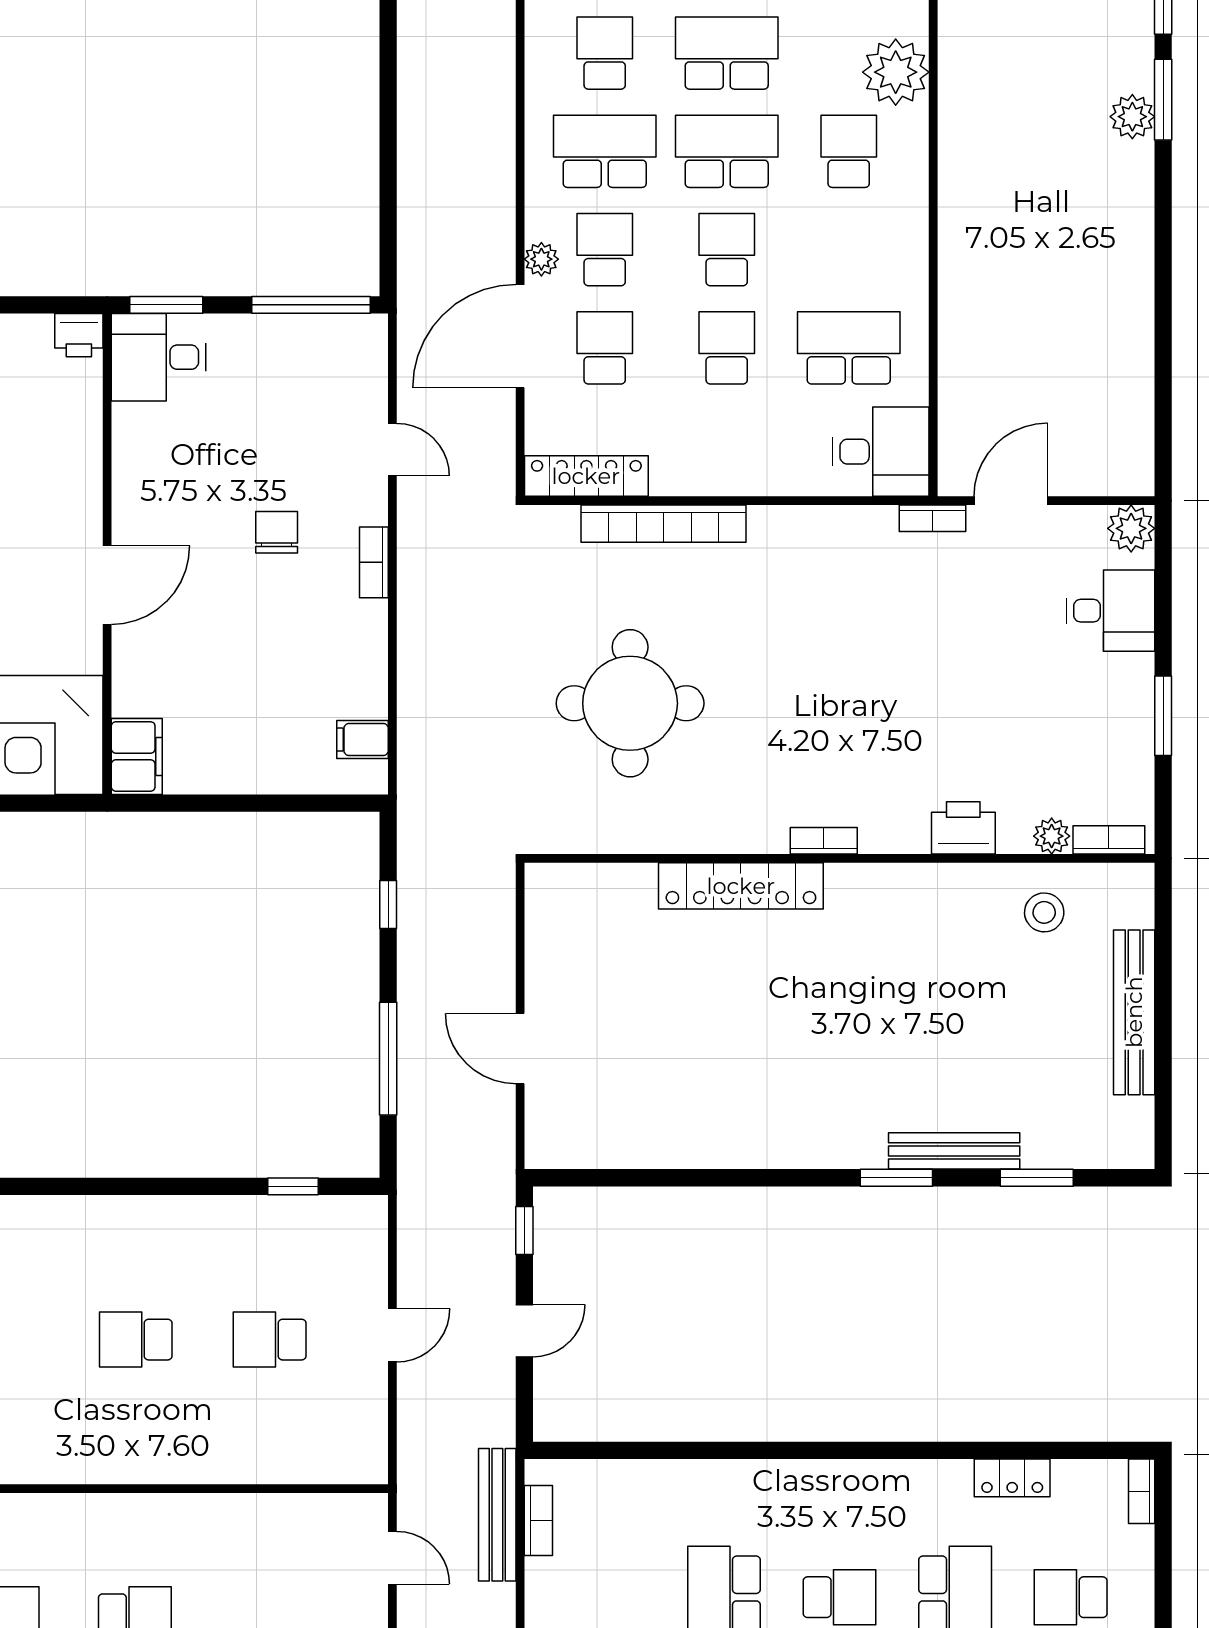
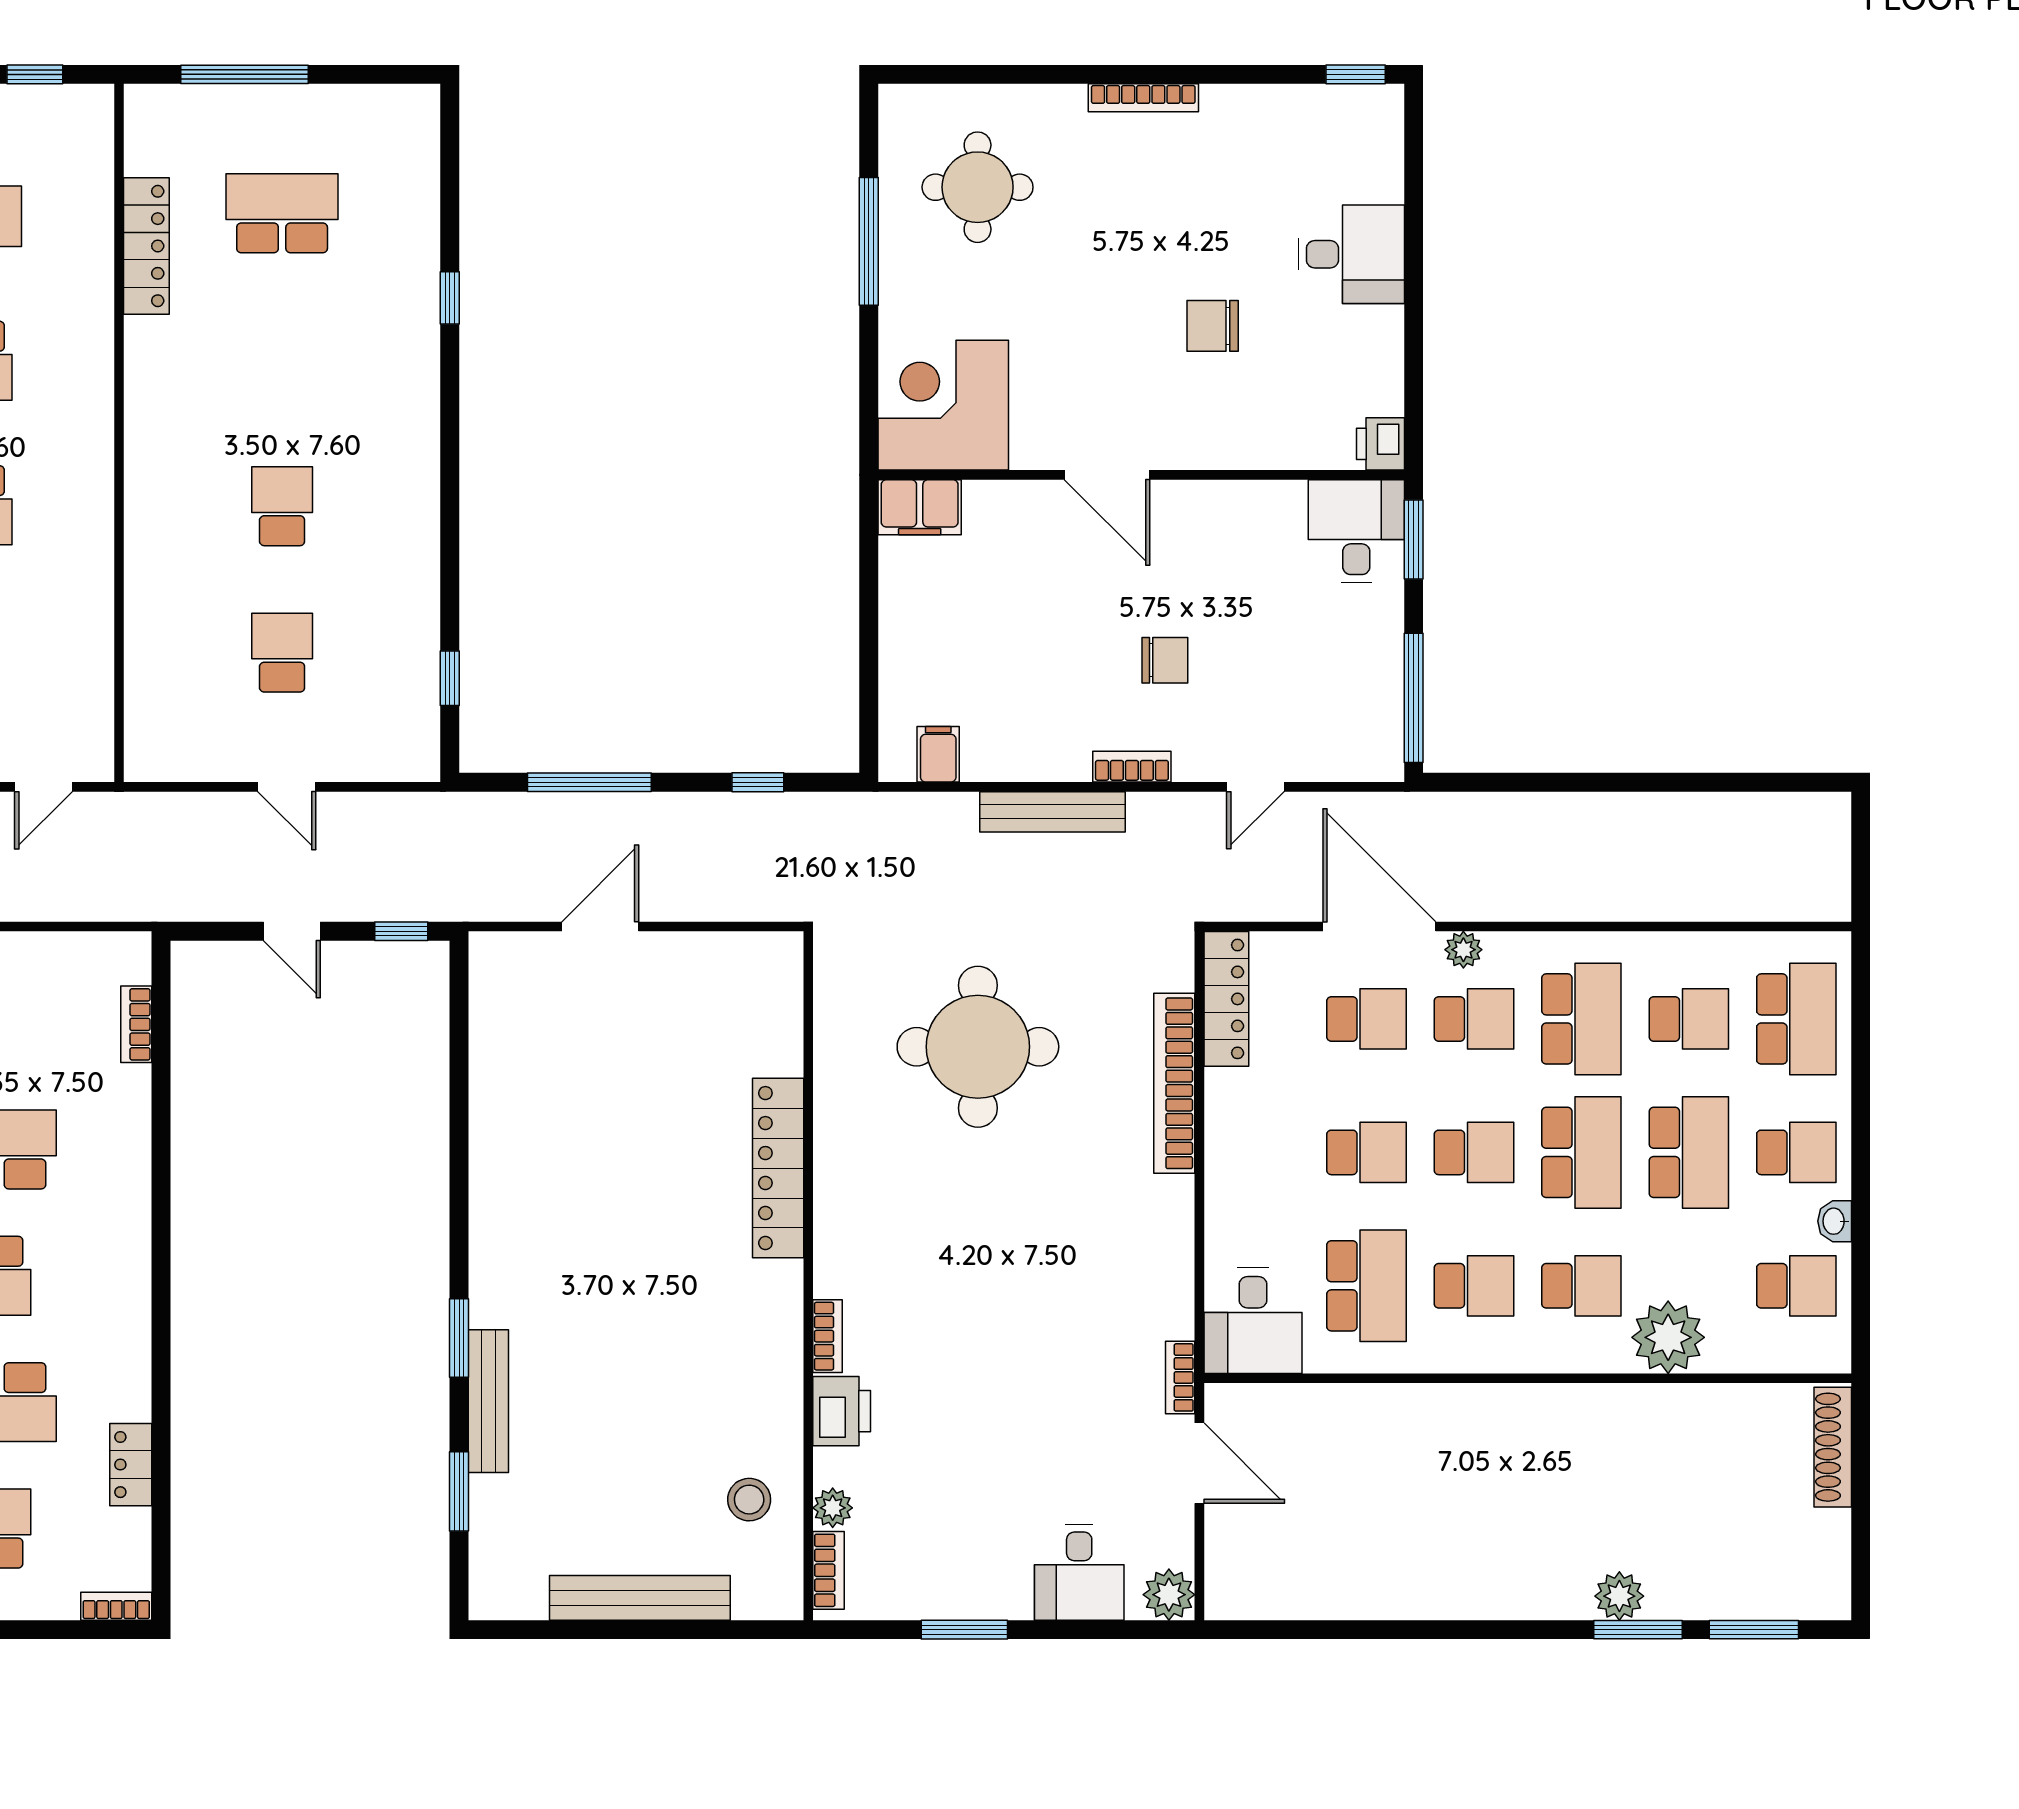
school desk: (849, 250) -> (1474, 1286), added
bookcase: (824, 841) -> (828, 1336), moved
bench: (497, 1515) -> (1052, 812), moved
bookcase: (538, 1520) -> (136, 1024), moved, turned 90

